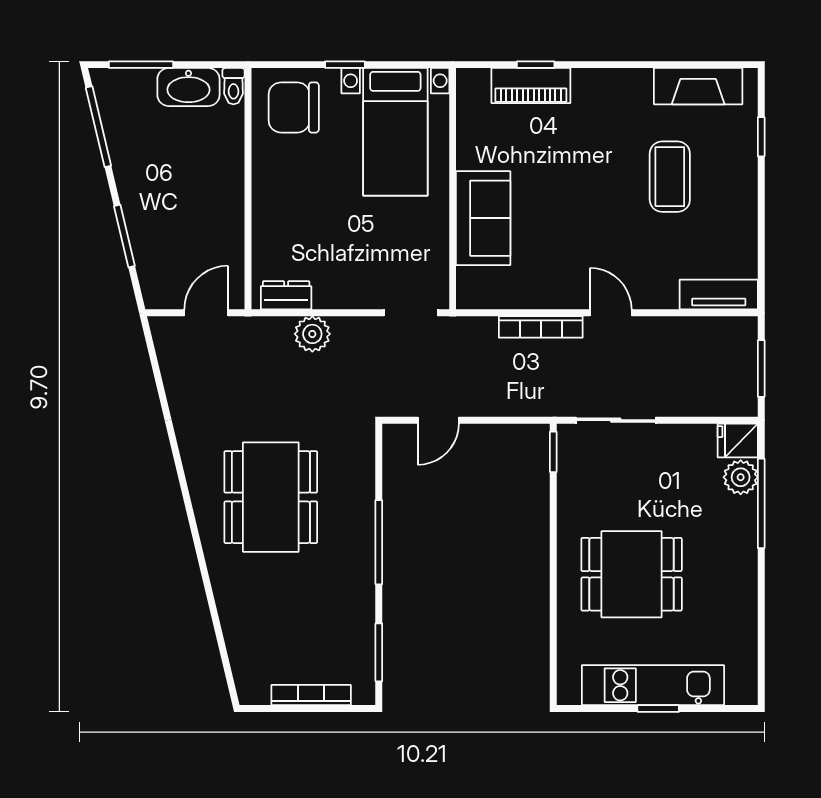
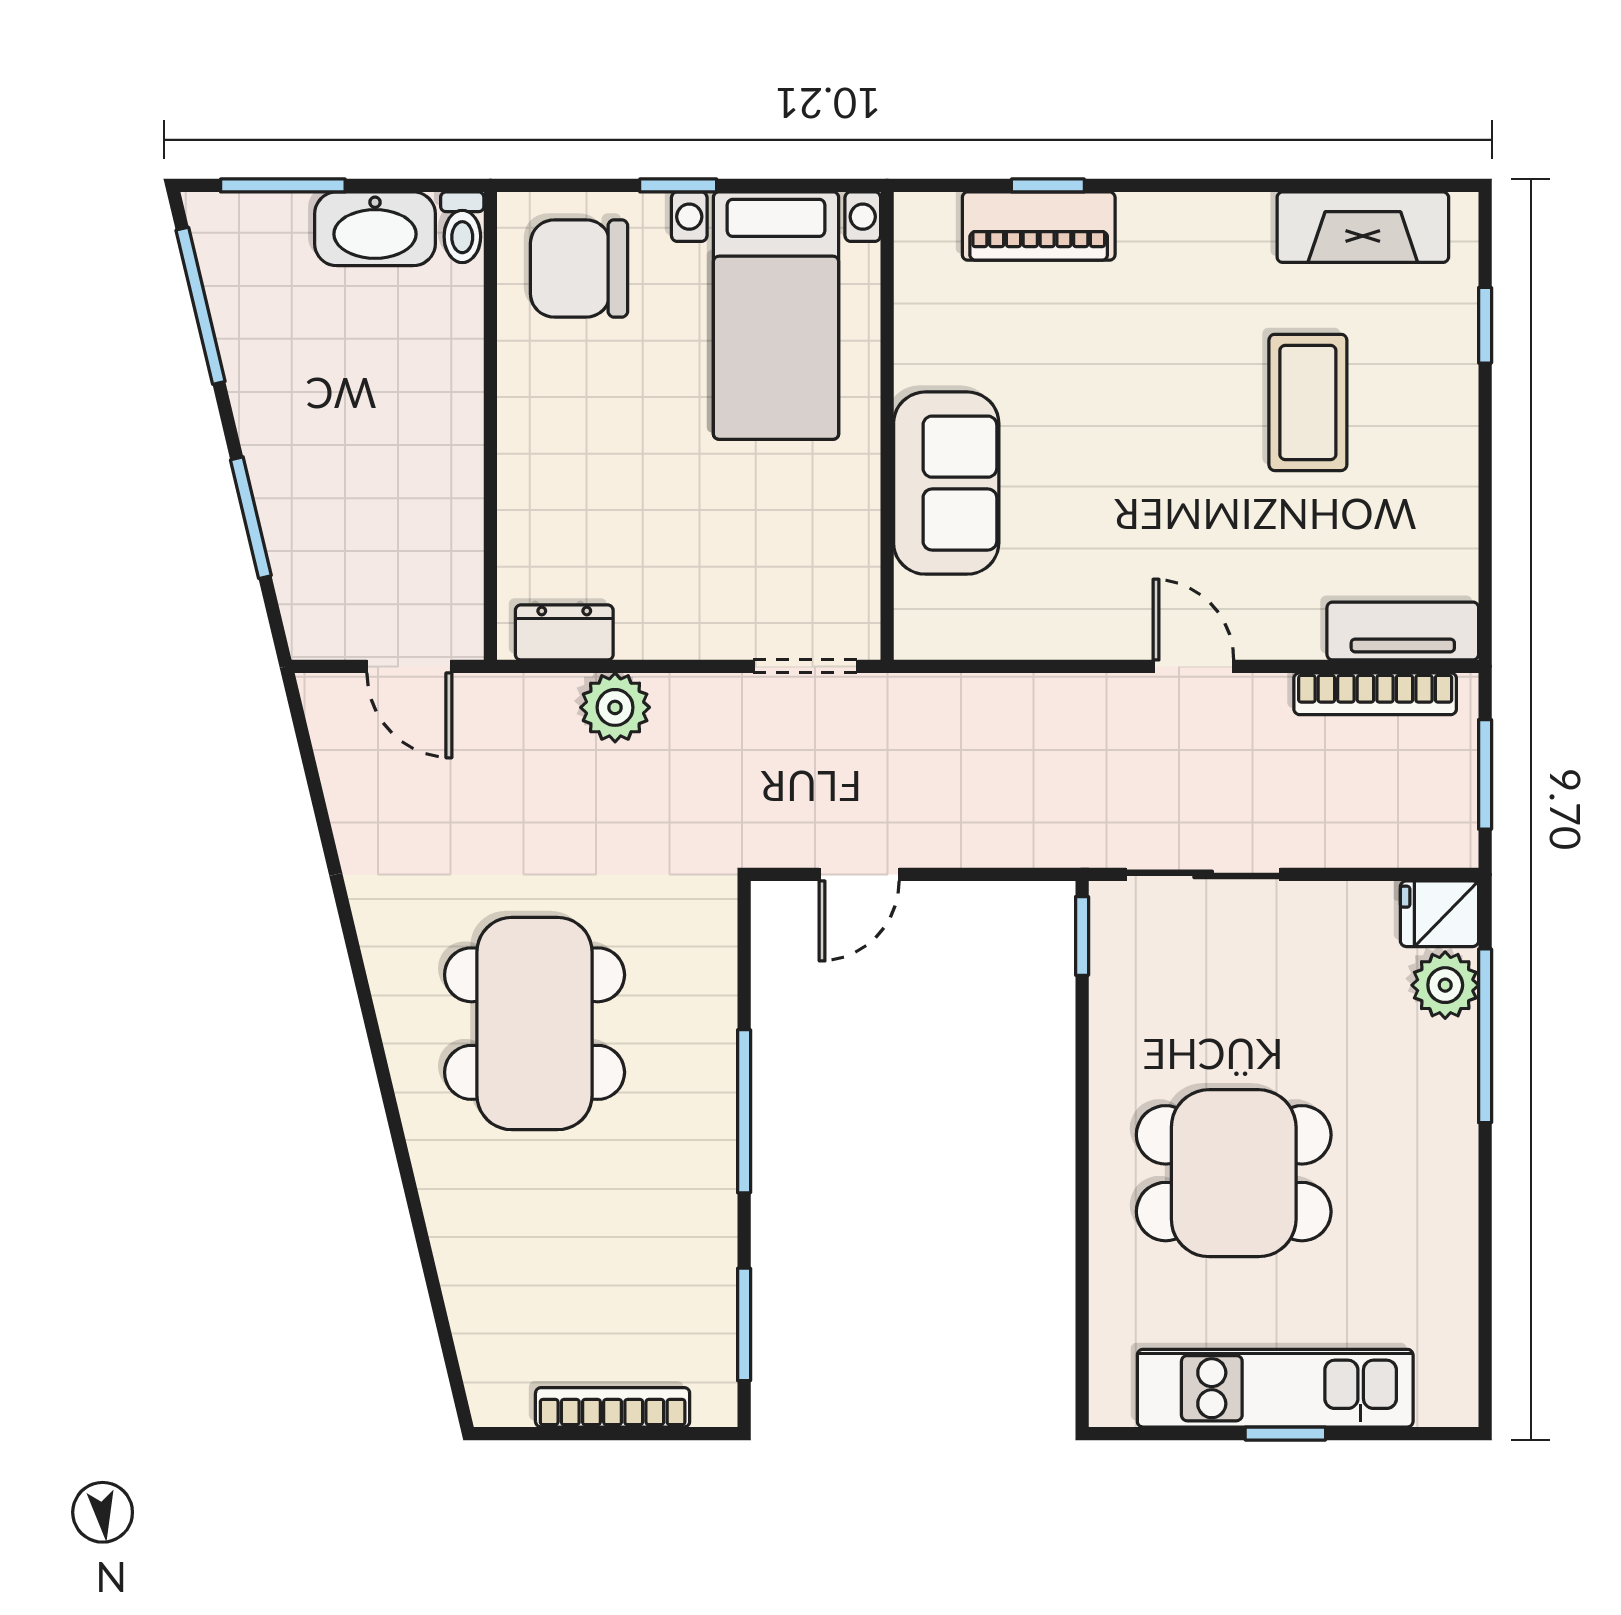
door: (206, 313) -> (409, 666), swing flipped
bookcase: (541, 327) -> (1375, 694), moved

